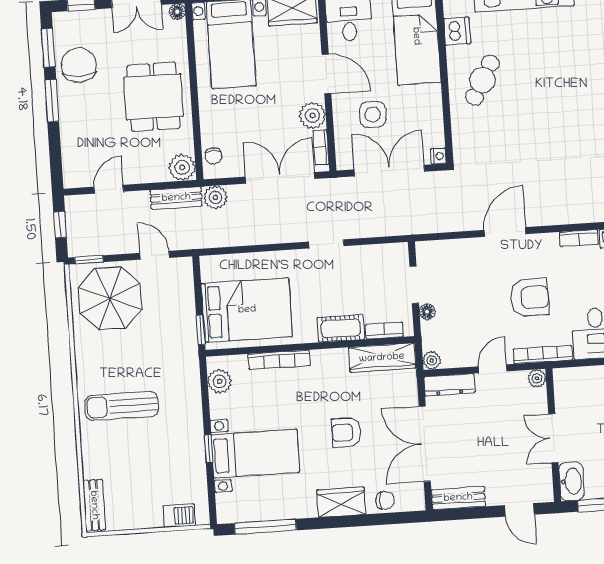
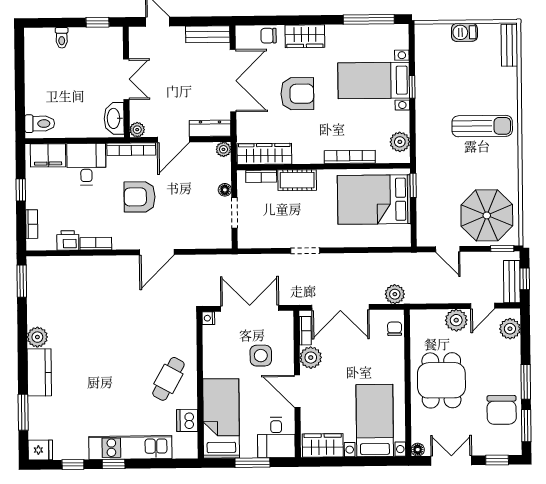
plant: (74, 164) -> (510, 329), added
plant: (182, 167) -> (456, 320), moved
double door: (389, 171) -> (250, 308), swing flipped
bench: (176, 198) -> (512, 282), moved, turned 90
door: (493, 369) -> (173, 140), width x1.38
armchair: (346, 432) -> (297, 94), width x1.38, depth x1.38
washbasin: (572, 481) -> (114, 118), moved
barbecue: (179, 516) -> (464, 32), moved

